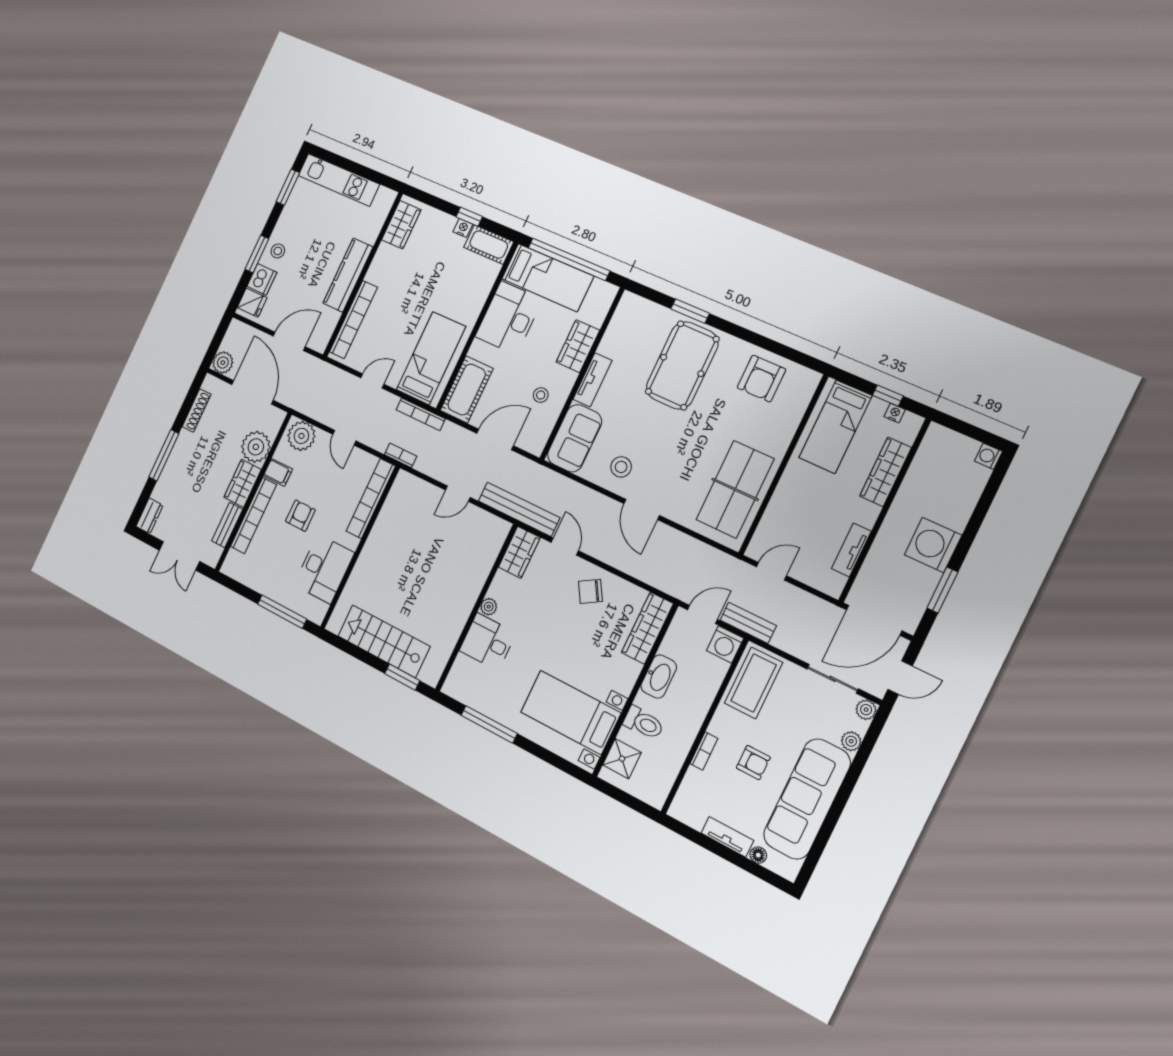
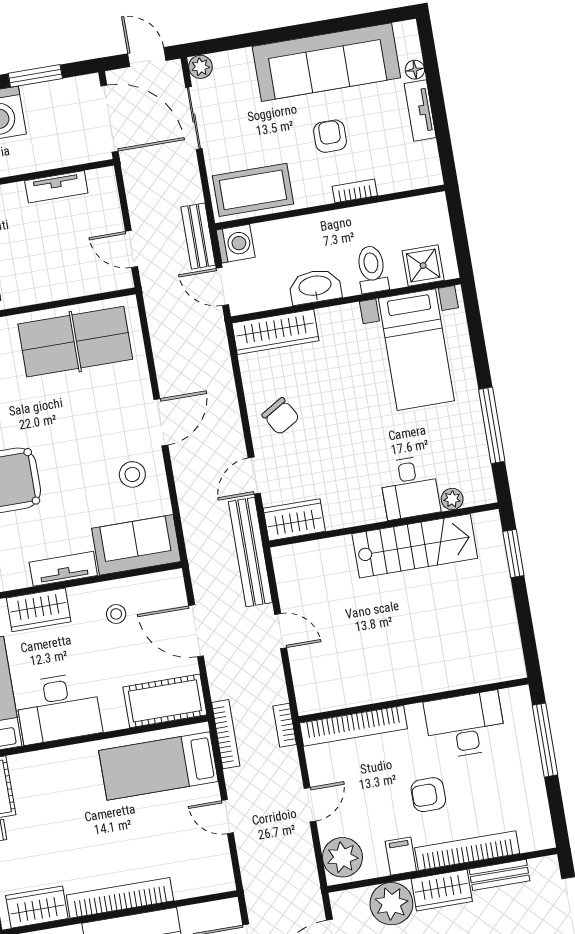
bookcase: (353, 320) -> (120, 898), moved
plant: (489, 607) -> (452, 499), moved
stairs: (384, 641) -> (415, 546), moved, turned -90
plant: (851, 741) -> (241, 60), removed

